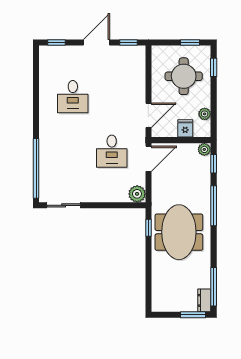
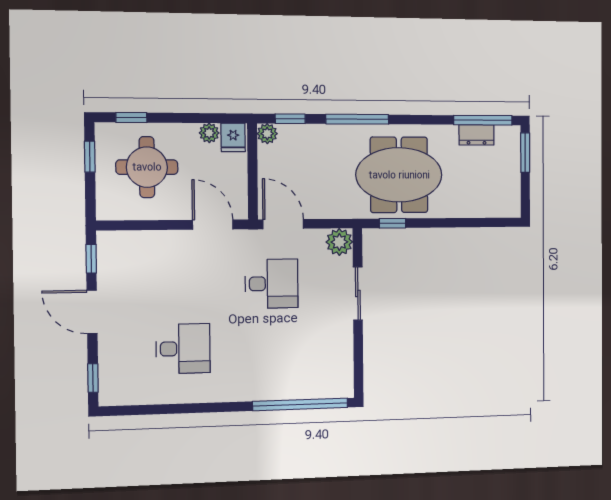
fridge: (185, 128) -> (233, 137), moved, turned -90
sliding door: (64, 205) -> (358, 293), moved
dresser: (204, 300) -> (476, 135), moved

